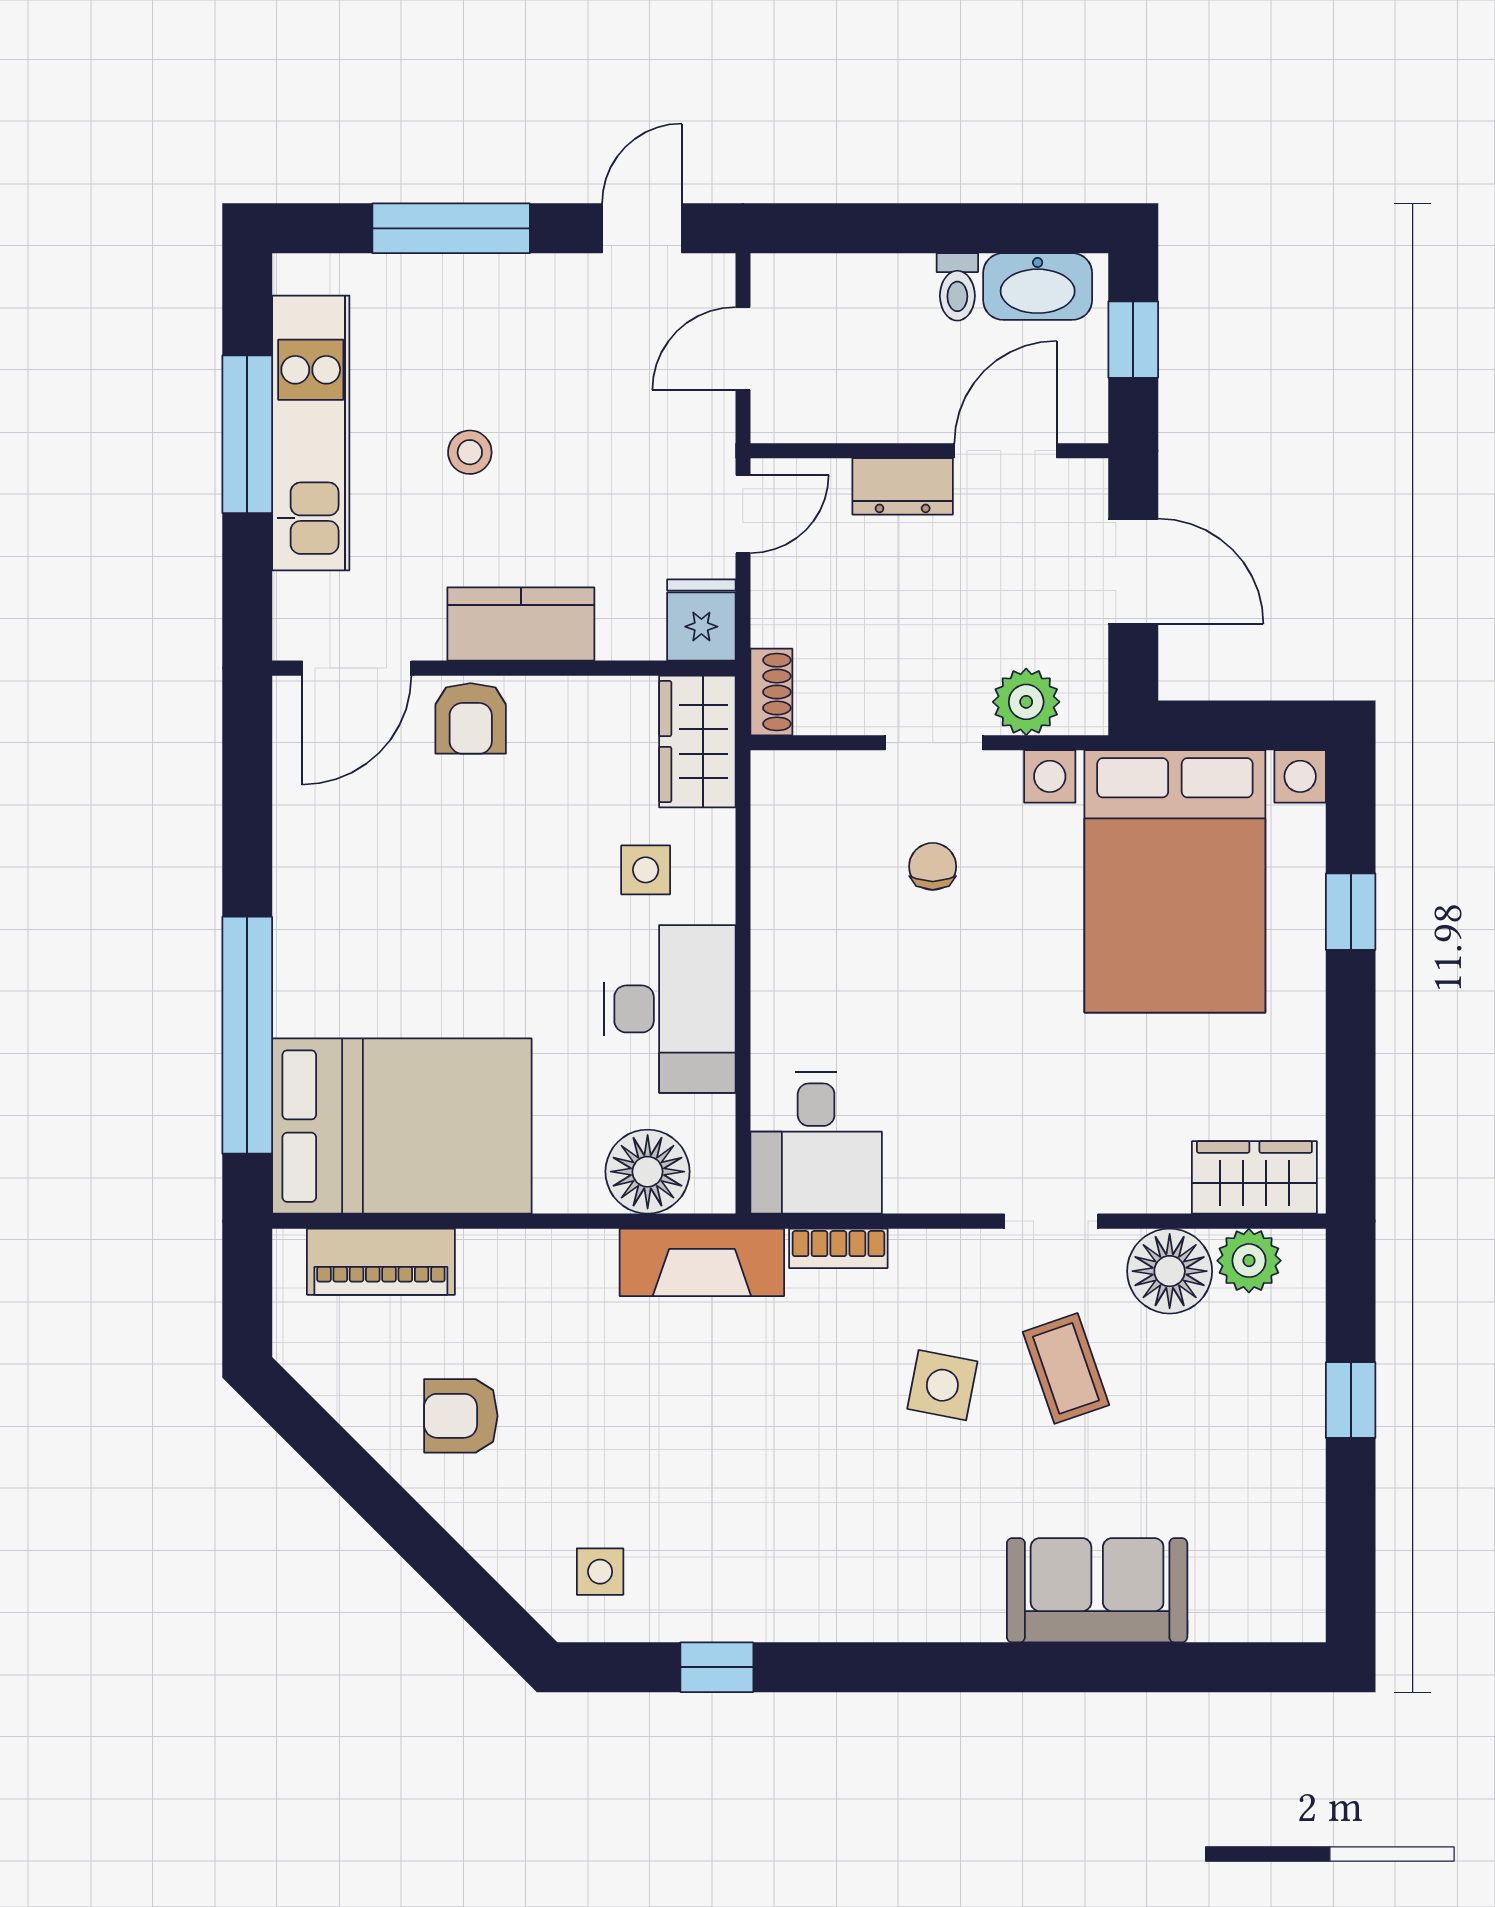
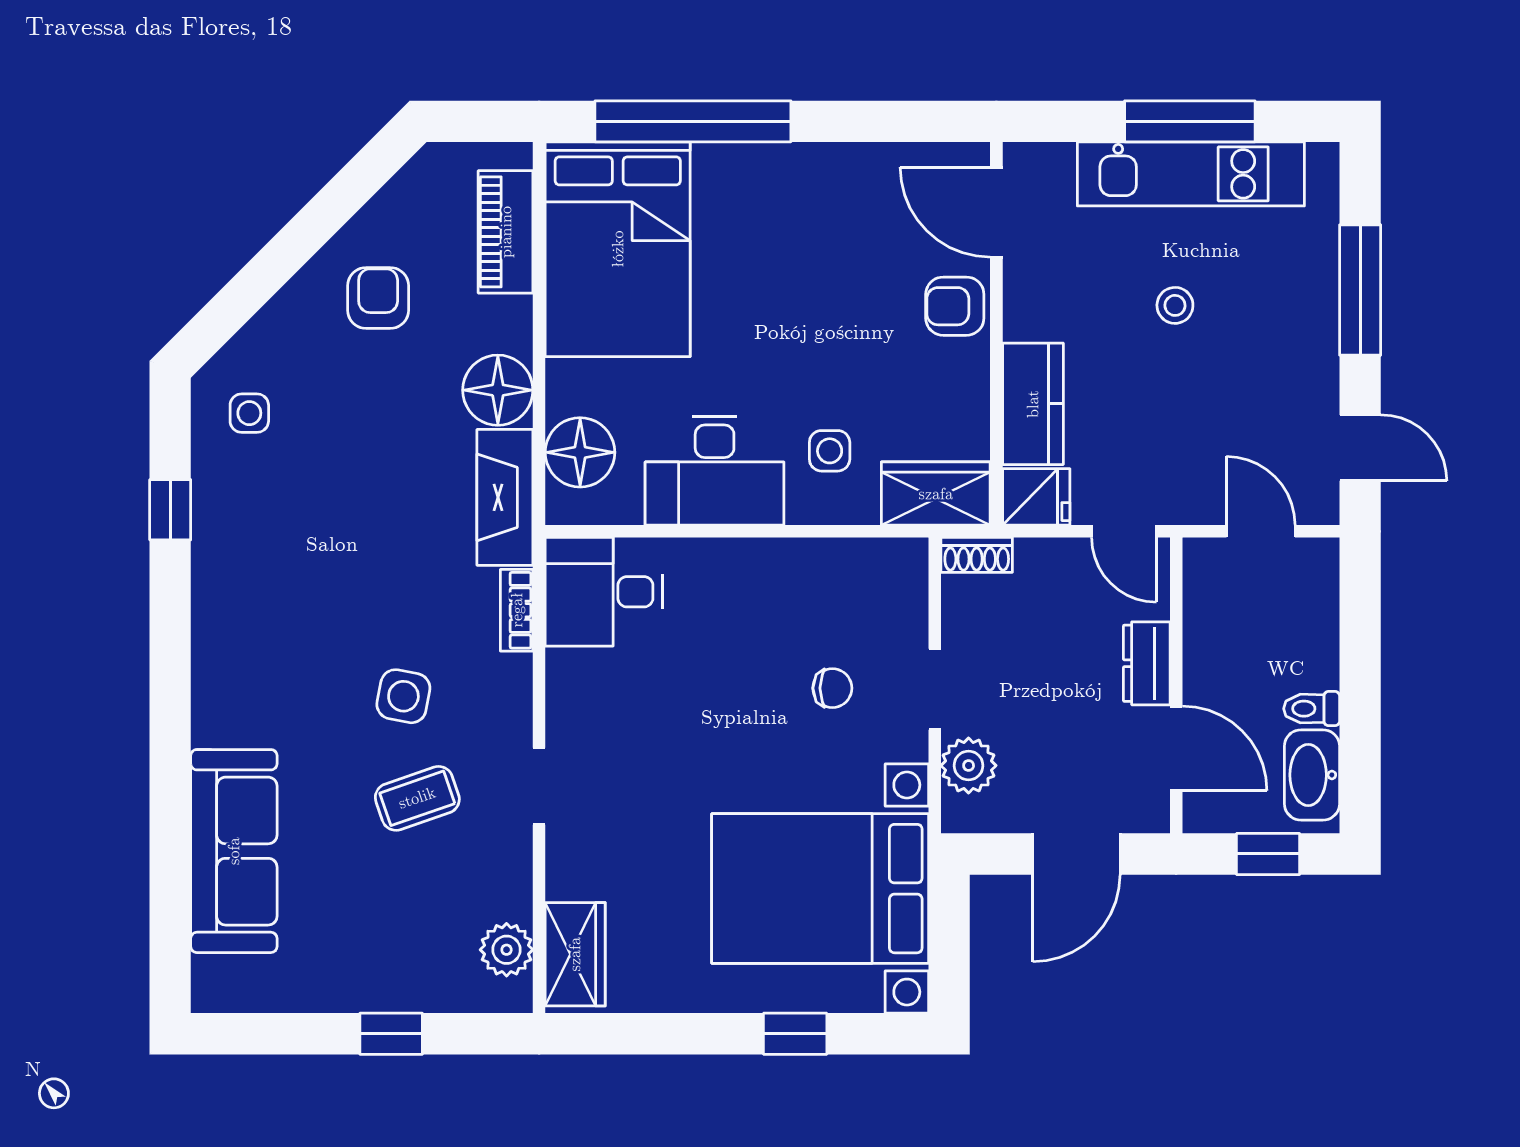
kitchen counter: (521, 624) -> (1033, 404), moved
floor lamp: (1170, 1271) -> (498, 390), moved
sofa: (1097, 1590) -> (234, 851), width x1.36

